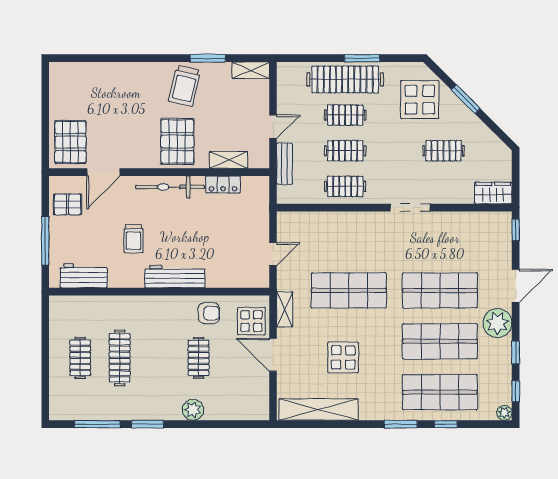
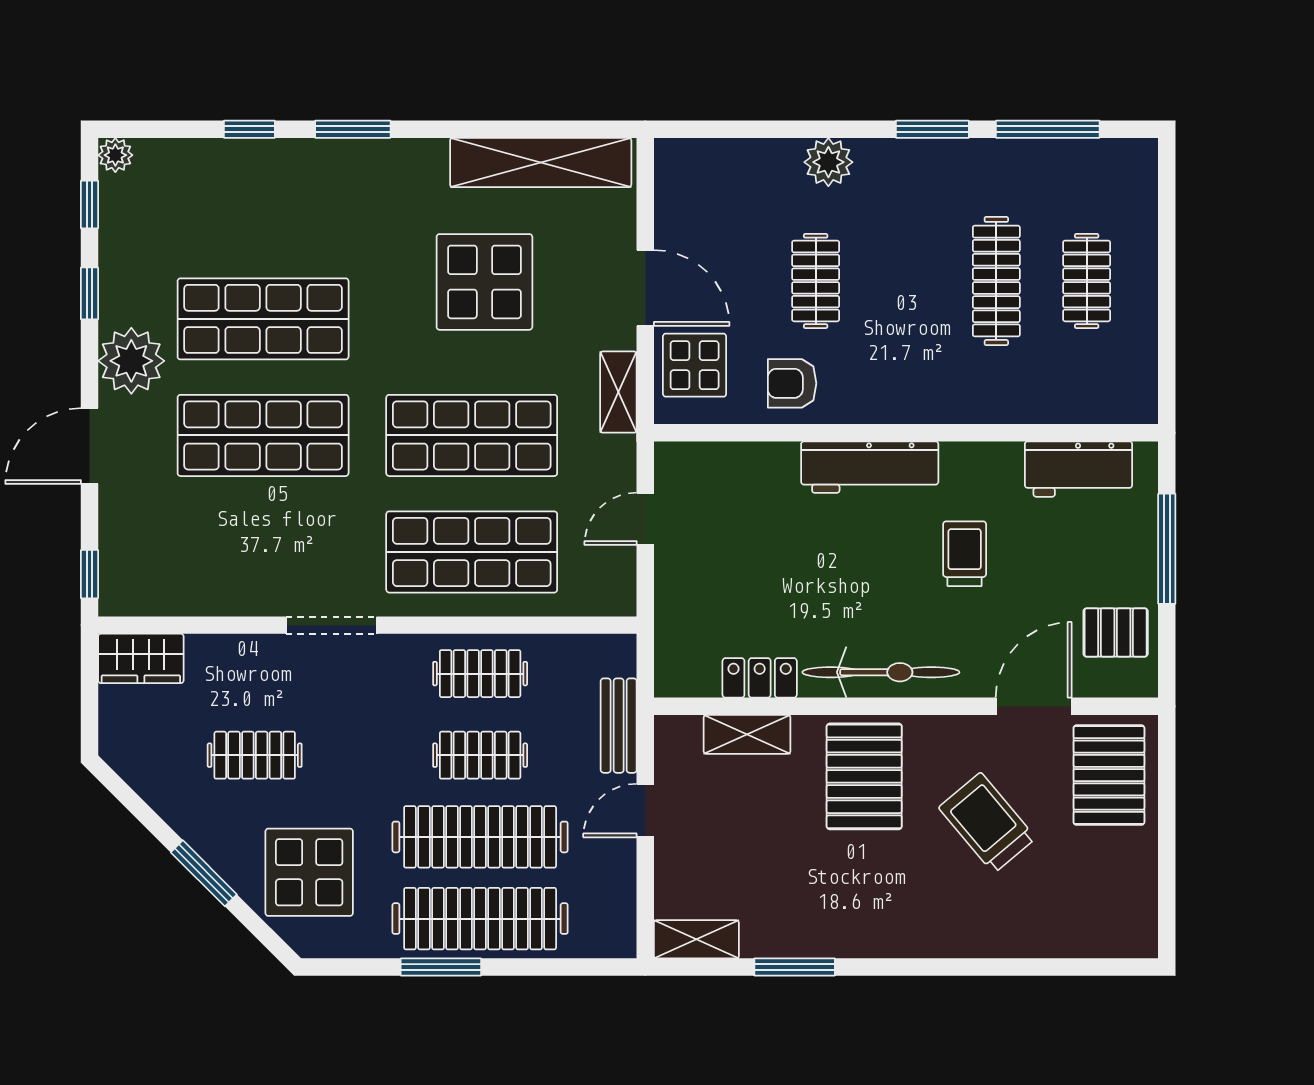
trolley: (185, 86) -> (987, 823), moved, turned -53
clothes rail: (345, 115) -> (480, 837), width x1.86, depth x1.31
display table: (343, 357) -> (484, 282), width x1.36, depth x1.36
shop shelf: (440, 392) -> (472, 552), moved

